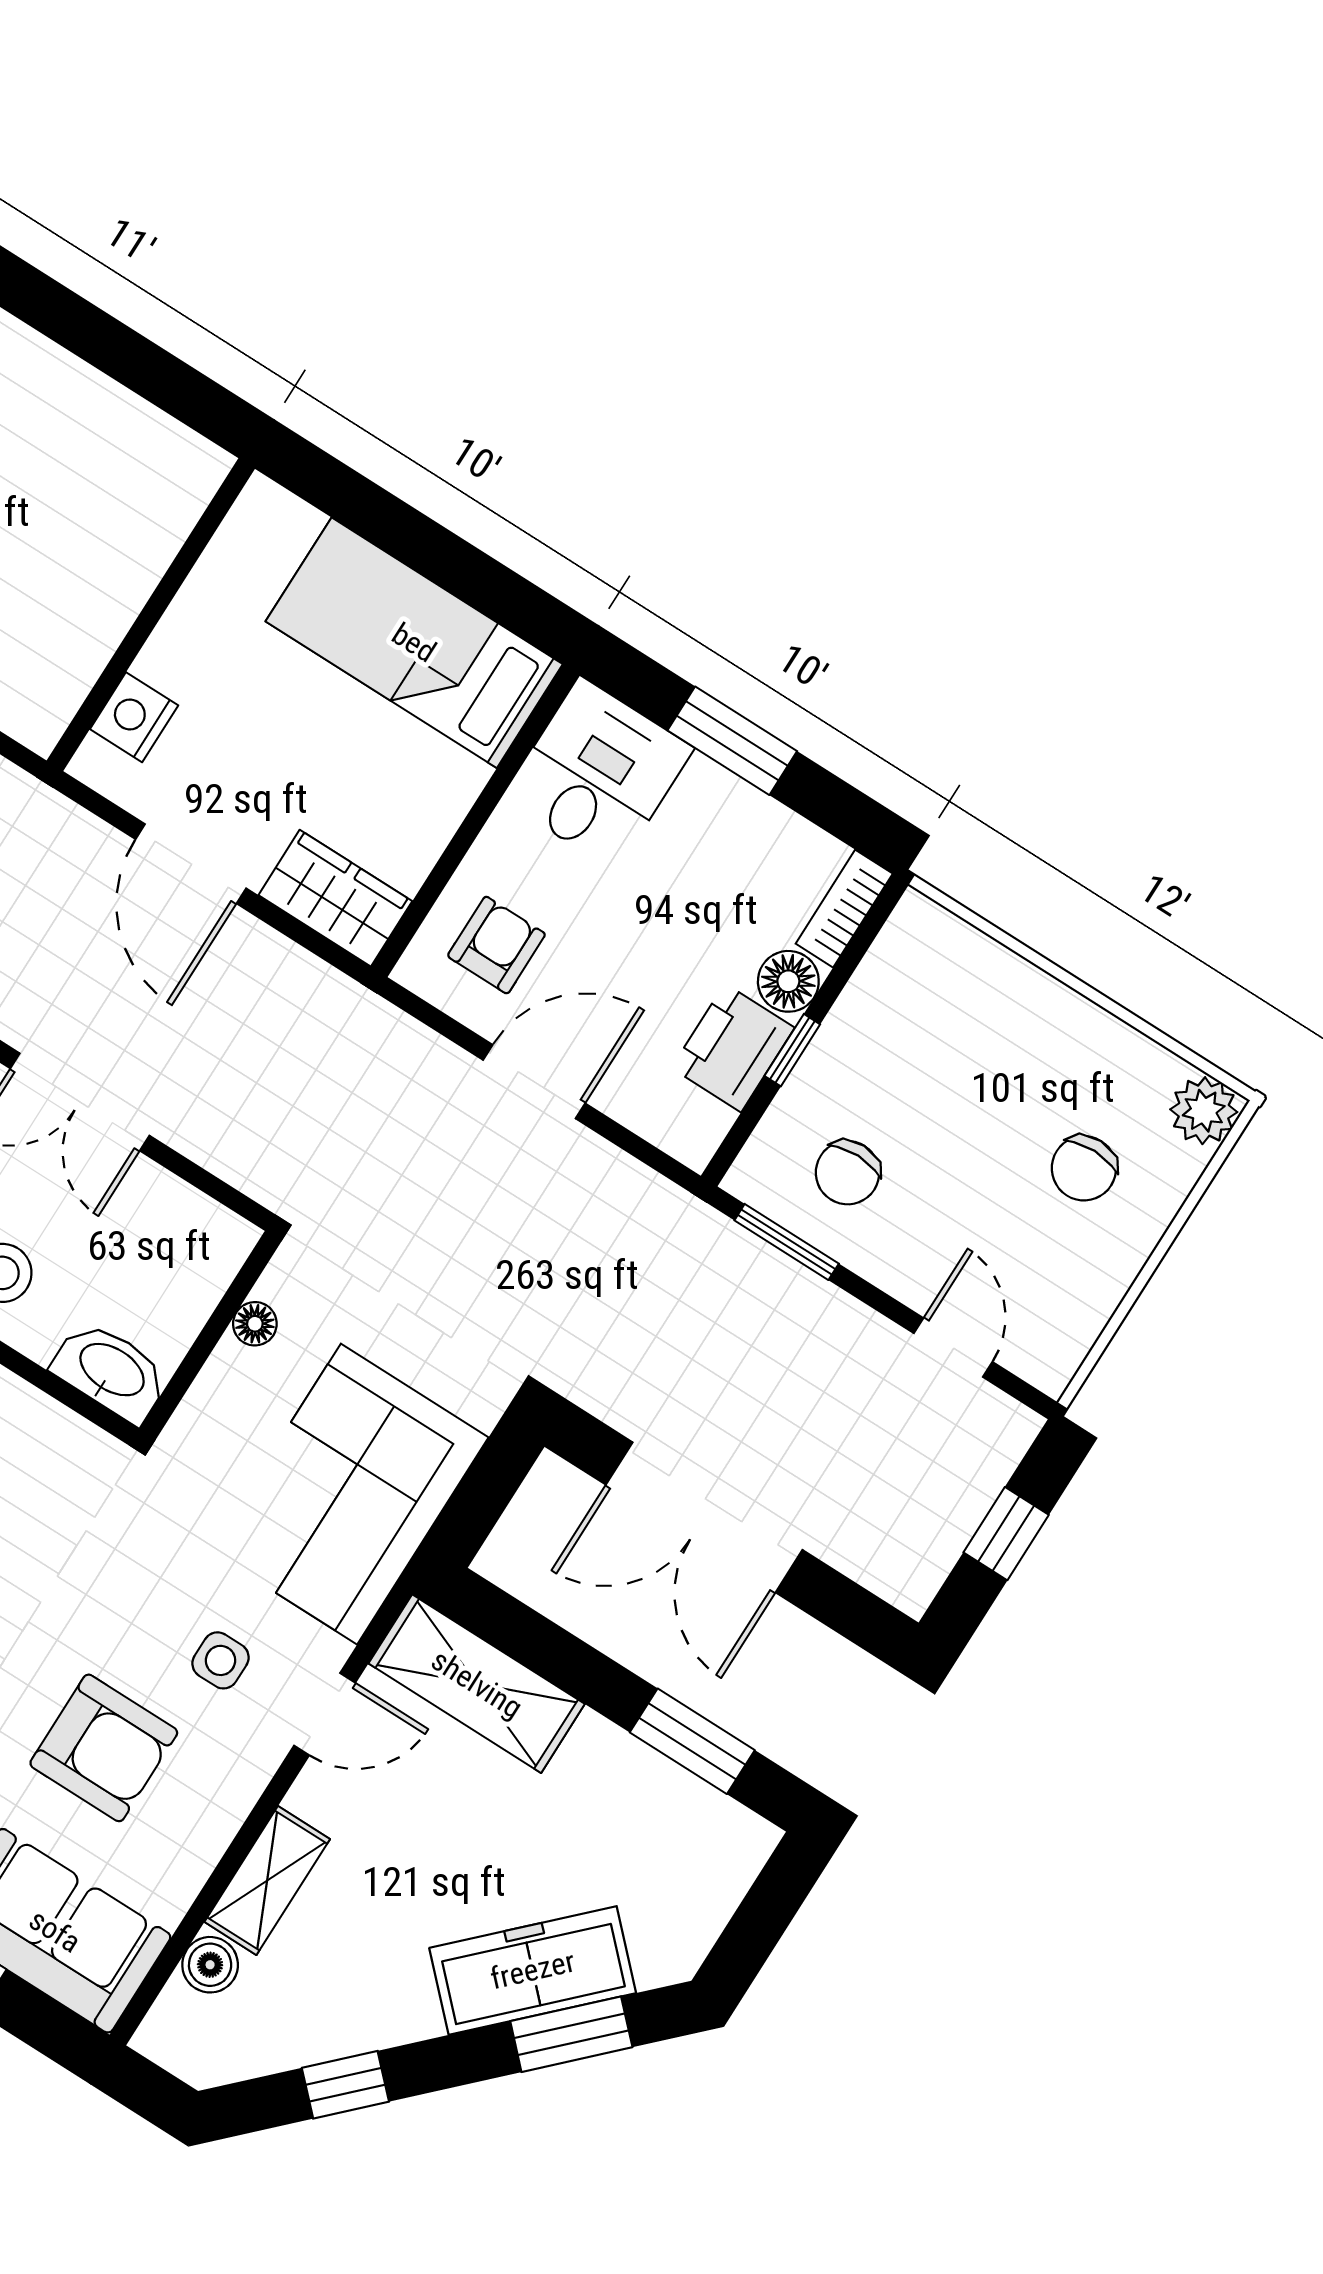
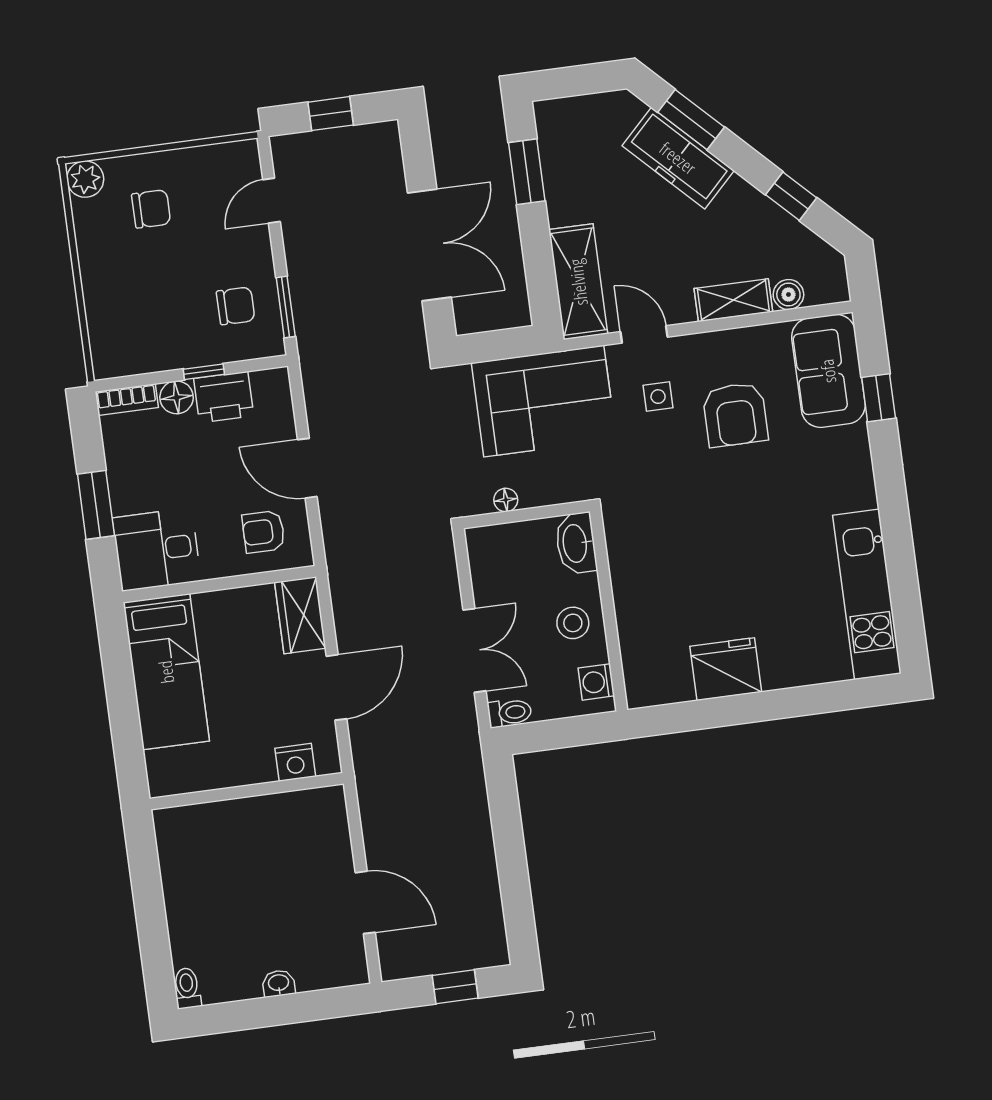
armchair: (104, 1748) -> (735, 415), turned 180

